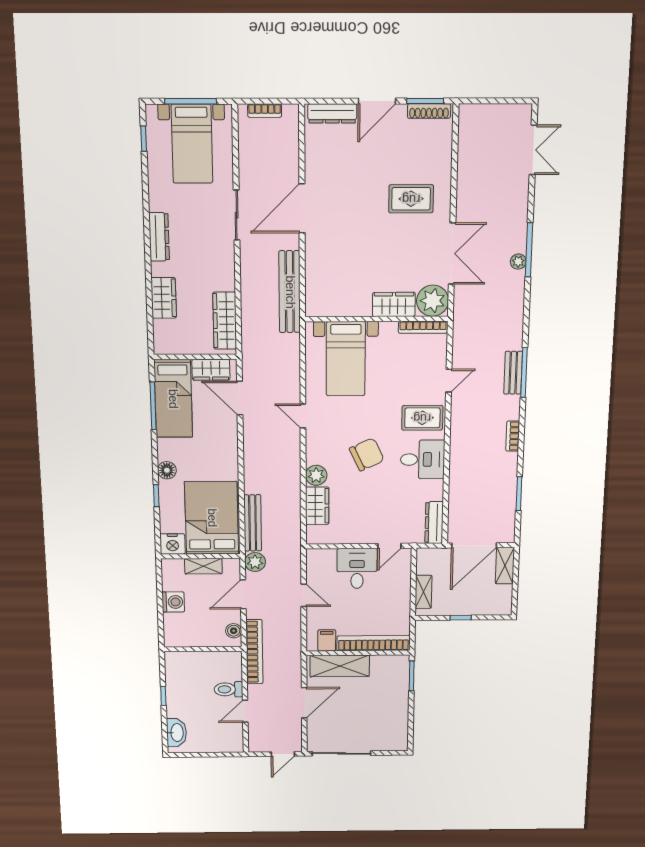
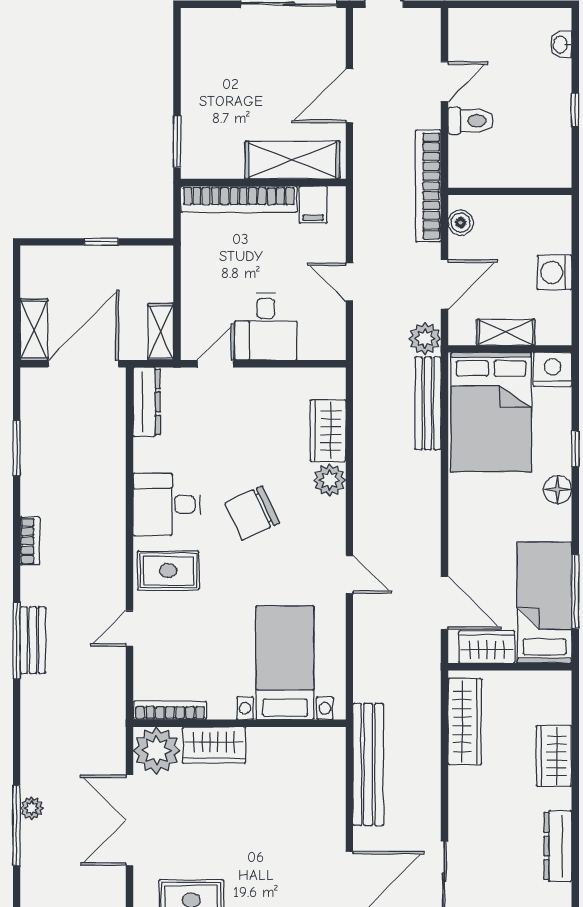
shelving: (424, 592) -> (161, 332), moved
washbasin: (176, 733) -> (561, 45), width x0.52, depth x0.69

